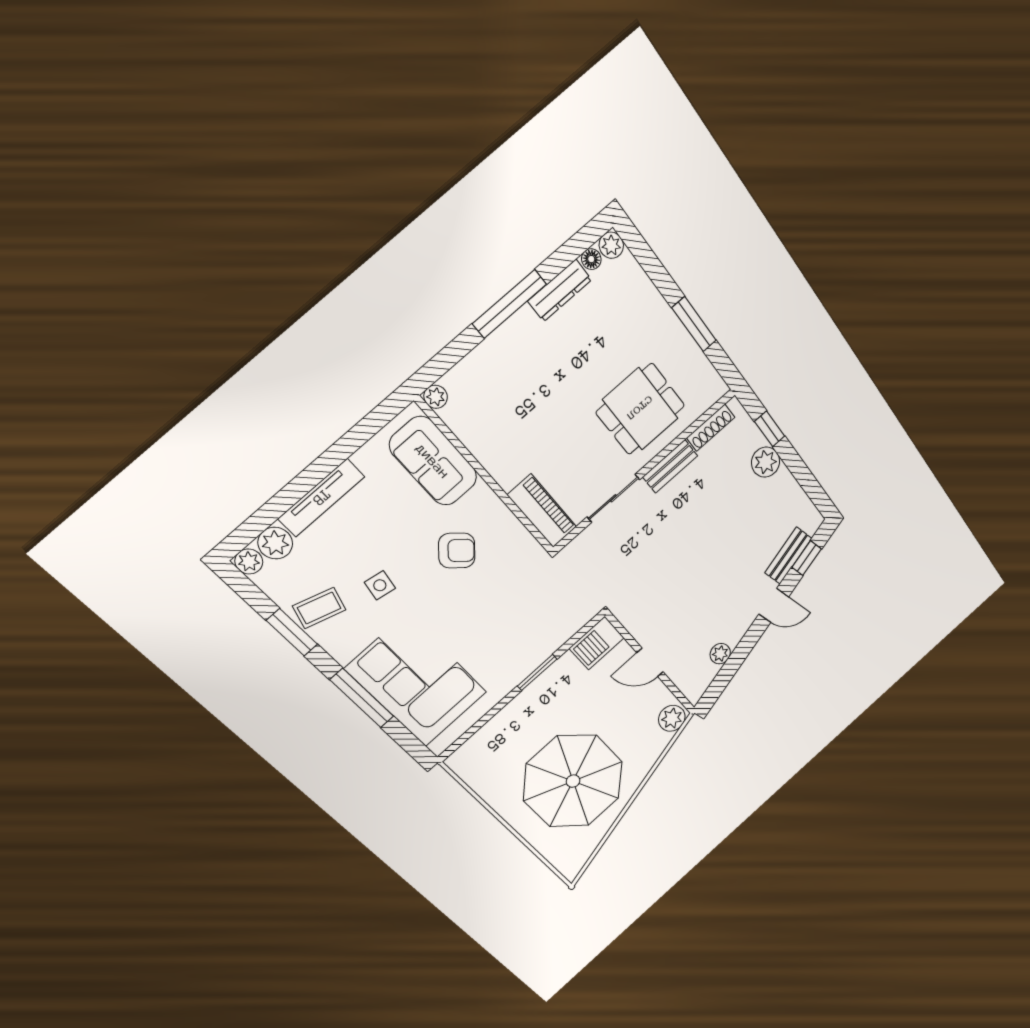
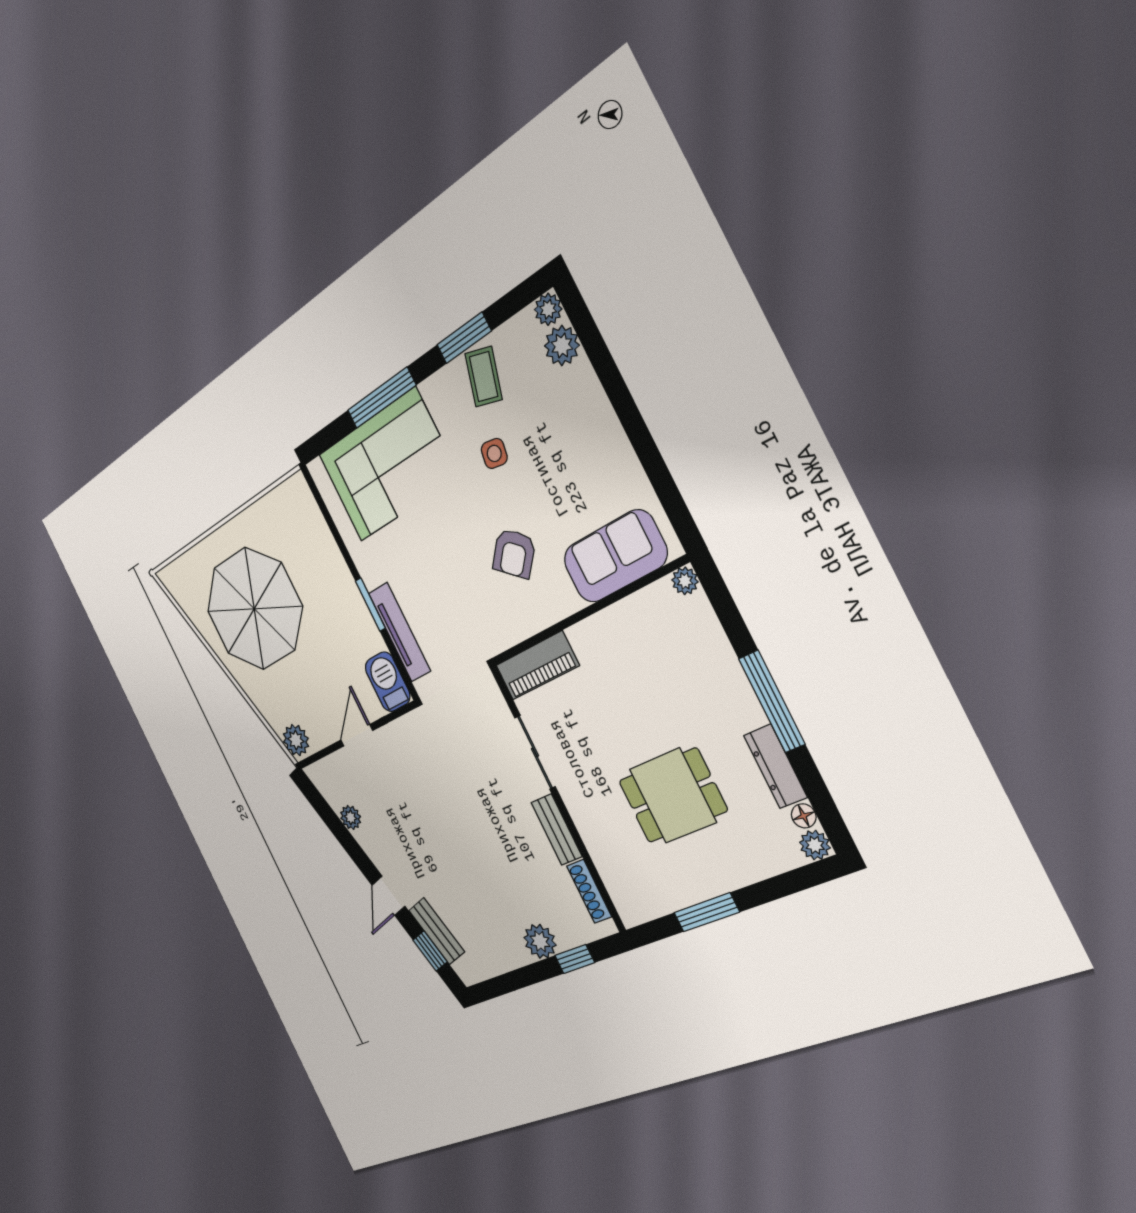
dining table: (640, 409) -> (673, 796), moved, turned 90
tv unit: (321, 498) -> (399, 632), moved, turned 180

